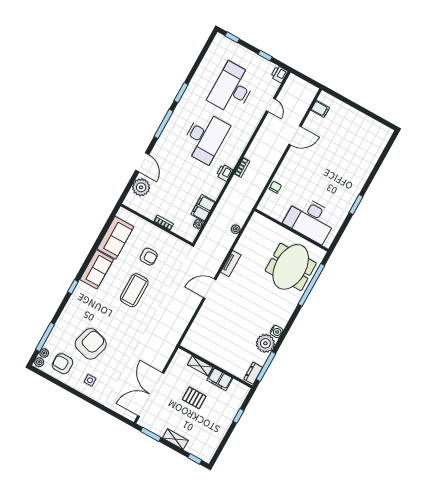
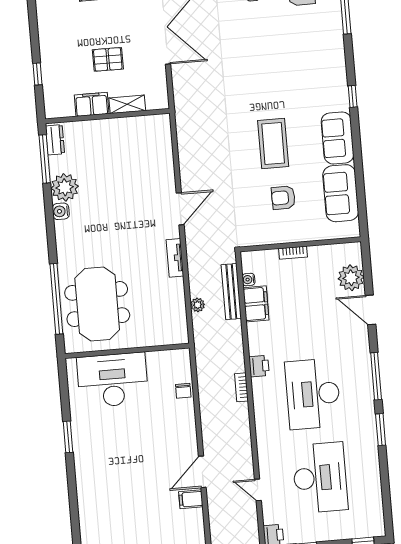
filing cabinet: (320, 109) -> (191, 499), moved
bench: (212, 224) -> (231, 292), added
armchair: (91, 344) -> (282, 40), removed

